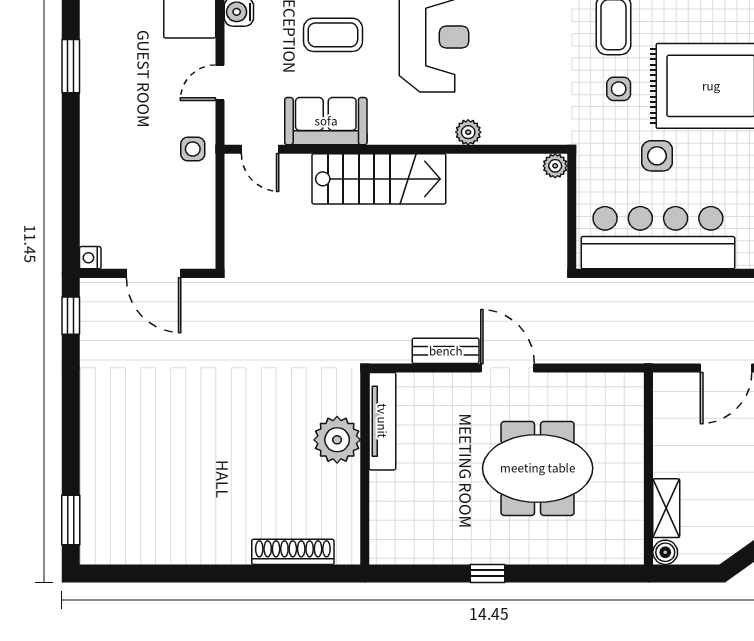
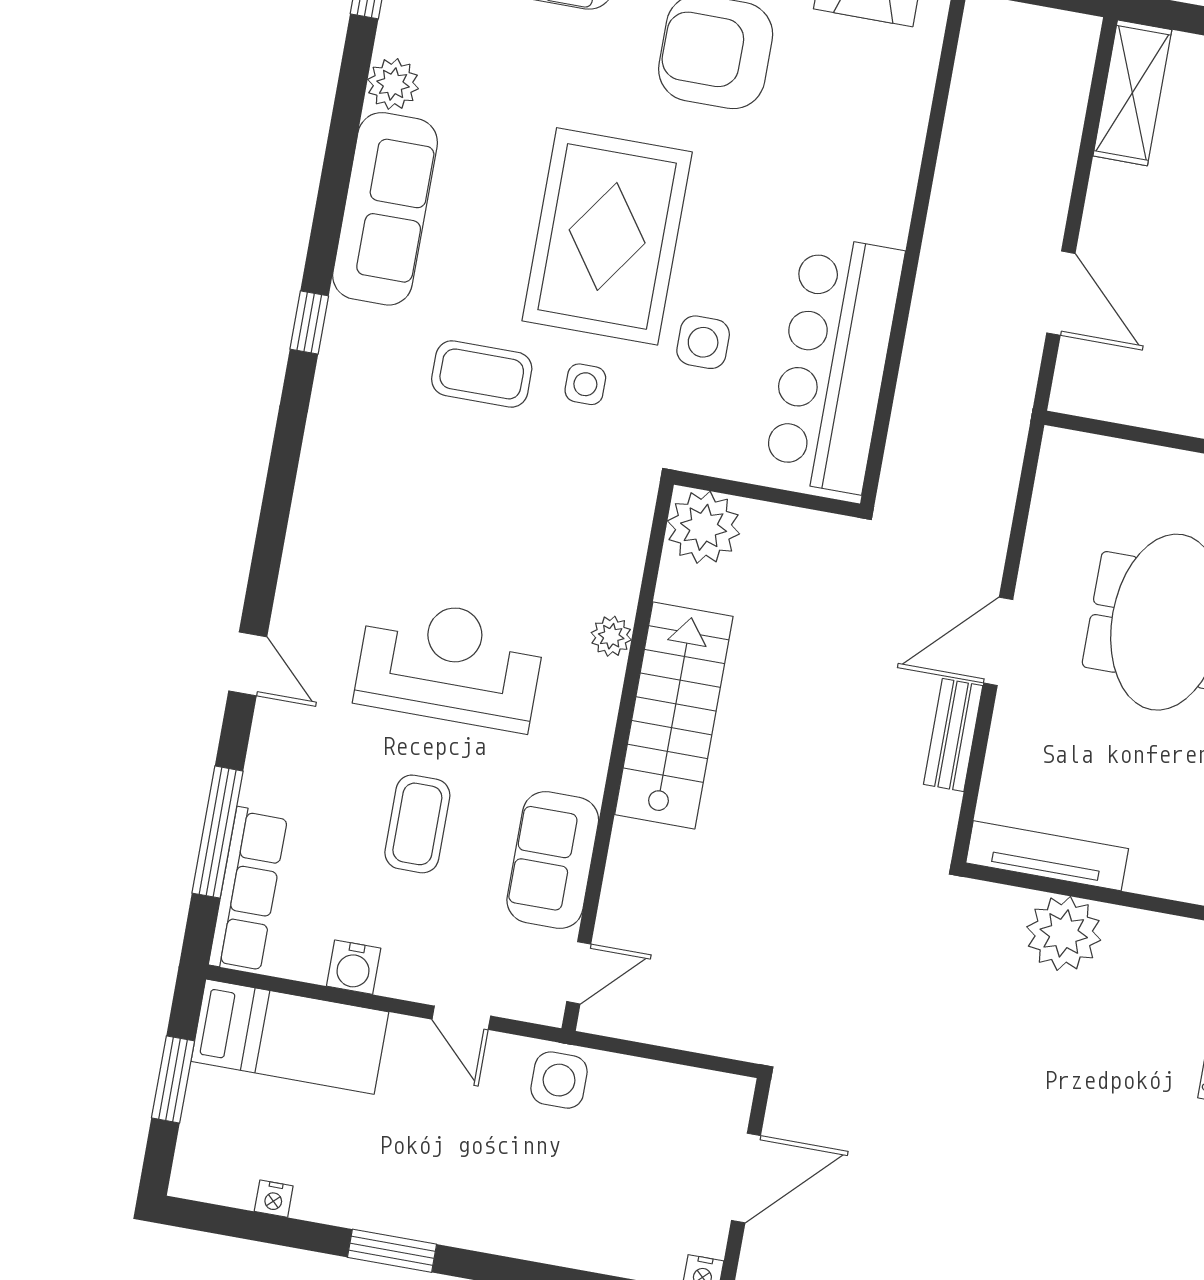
side table: (193, 149) -> (559, 1080), width x1.37, depth x1.37
plant: (555, 166) -> (704, 527), width x1.87, depth x1.87
stairs: (379, 179) -> (674, 715), moved

